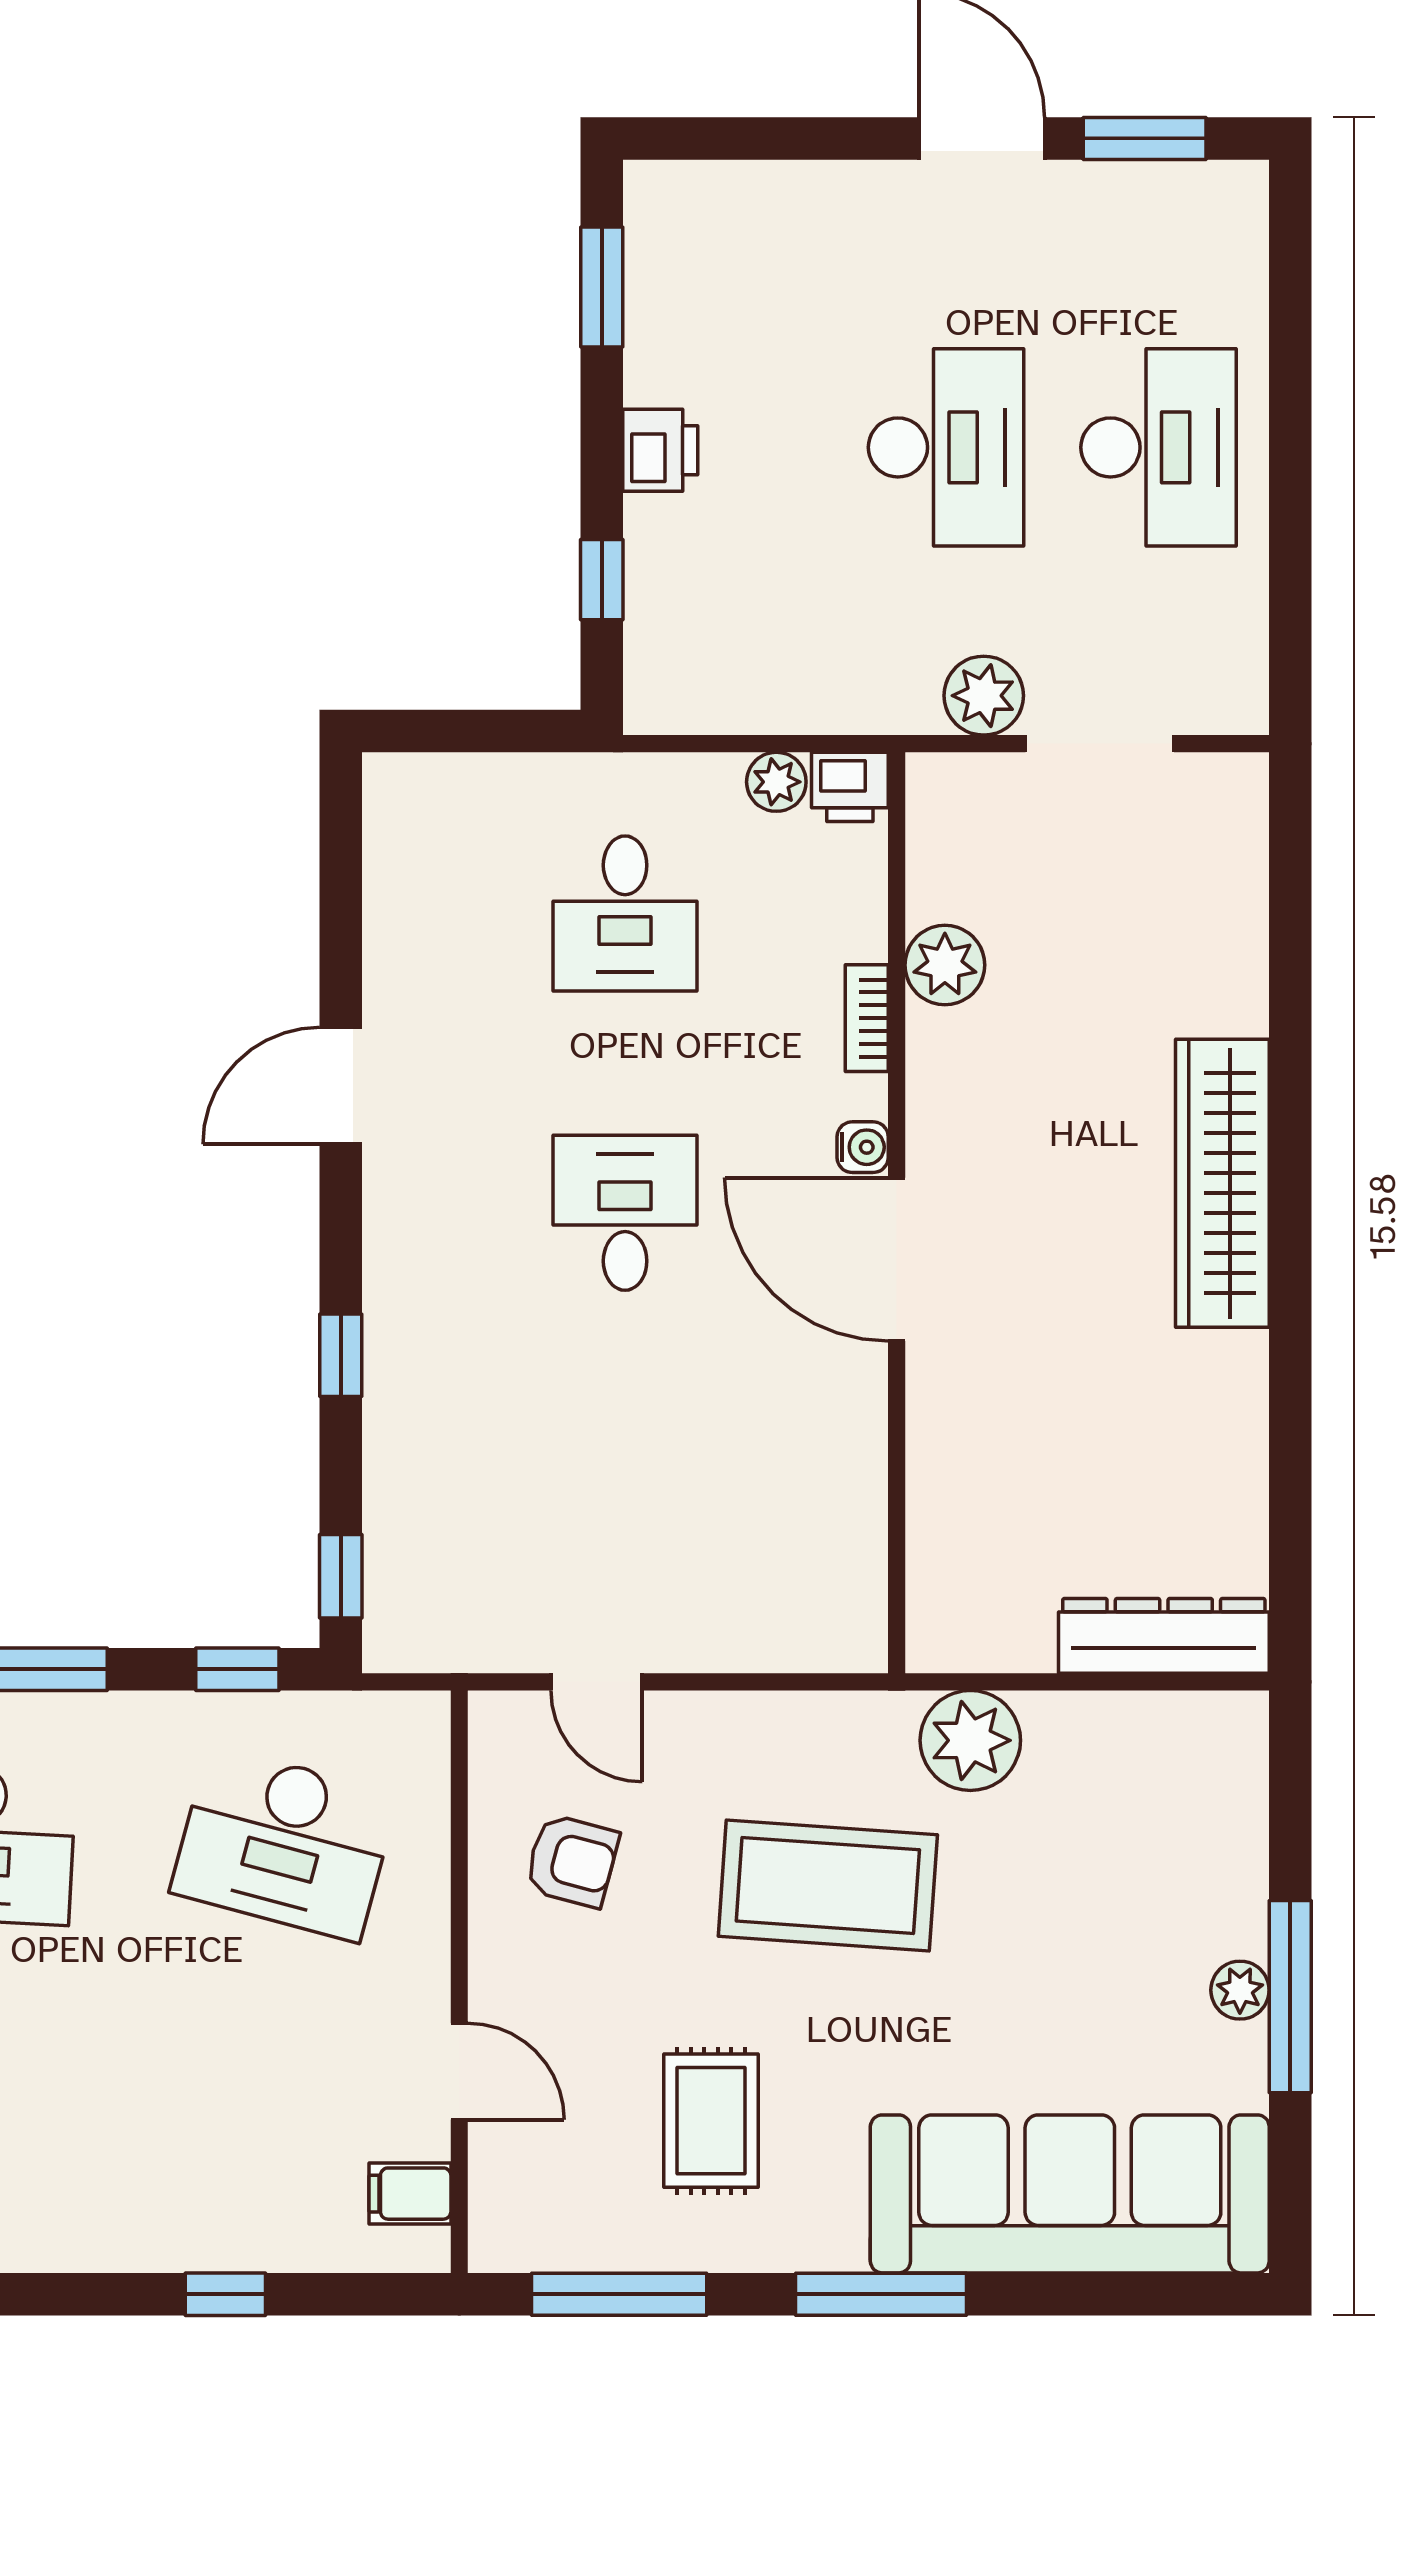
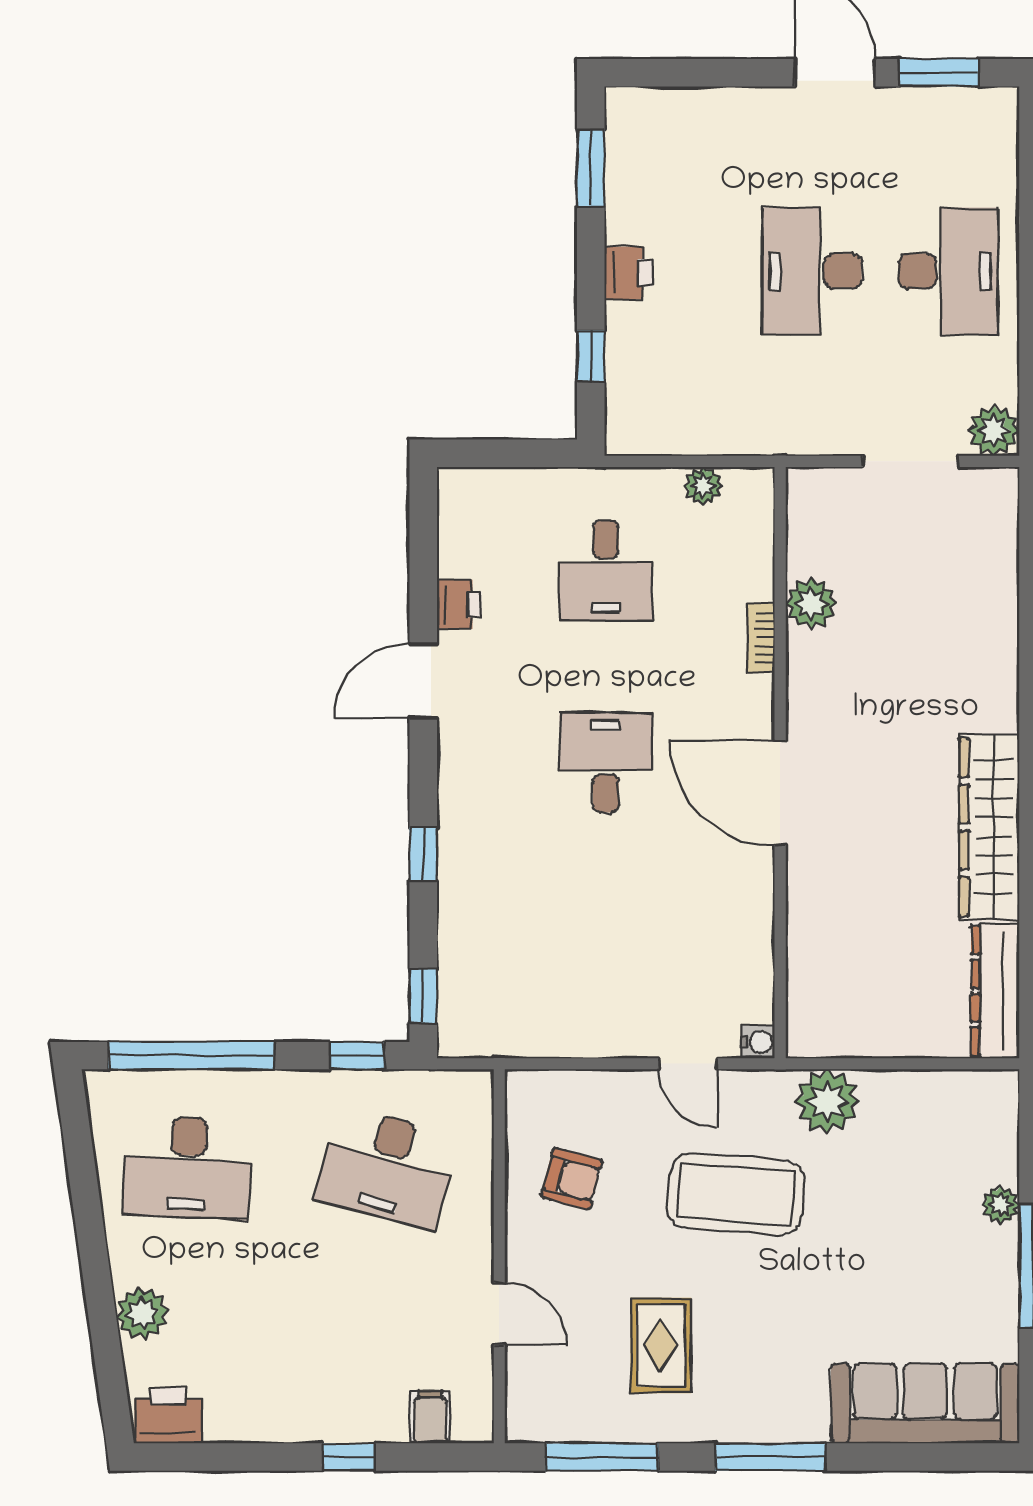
desk: (946, 447) -> (812, 271), turned 180
plant: (984, 696) -> (994, 430), moved
printer: (850, 787) -> (459, 604), moved, turned -90
water cooler: (863, 1147) -> (758, 1042), moved
wardrobe: (1222, 1183) -> (989, 827), moved
dresser: (1164, 1636) -> (995, 991), moved, turned -90
door: (597, 1682) -> (688, 1064), moved
plant: (1240, 1990) -> (1001, 1205), moved
filing cabinet: (410, 2194) -> (430, 1417), moved, turned 90
sofa: (1070, 2194) -> (925, 1403), width x0.74, depth x0.79

